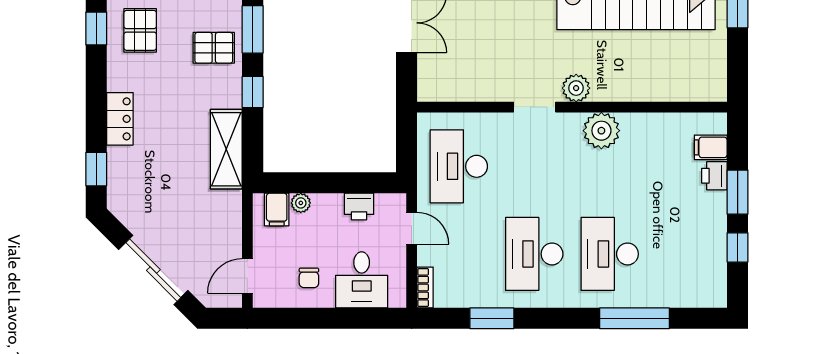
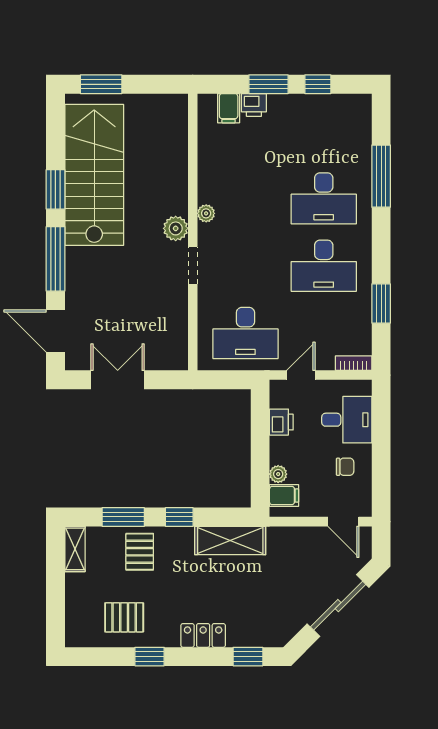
window: (96, 29) -> (150, 657), moved
plant: (601, 131) -> (206, 213), width x0.53, depth x0.53

